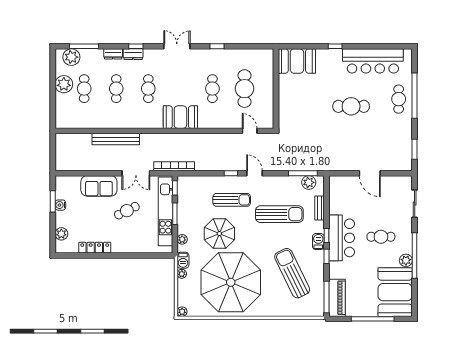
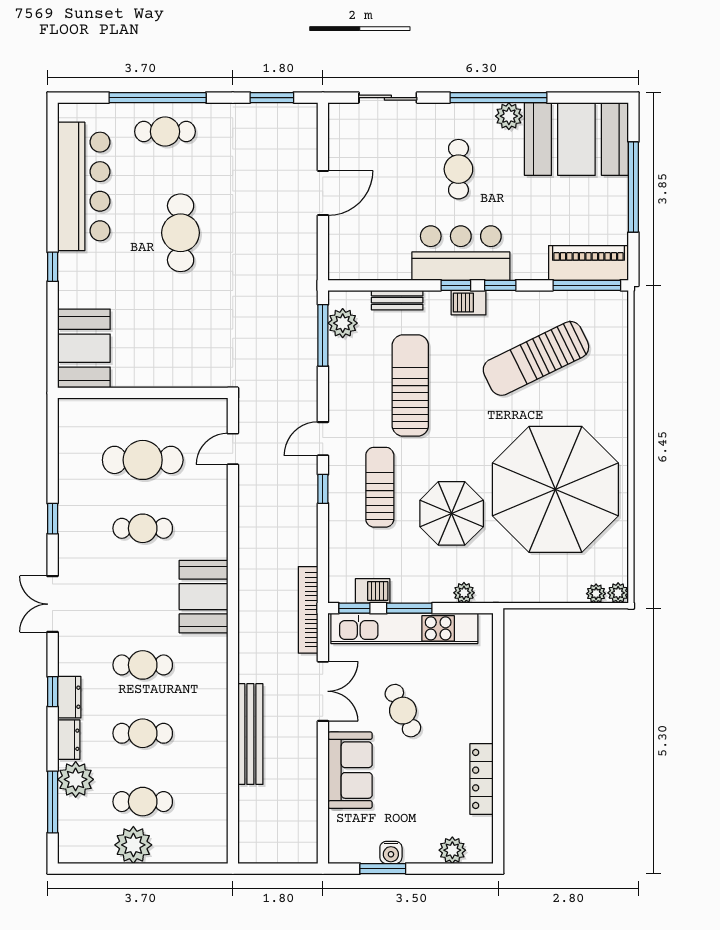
plant: (71, 57) -> (76, 779), moved
barbecue: (183, 260) -> (373, 591), moved
plant: (182, 274) -> (596, 594), moved

